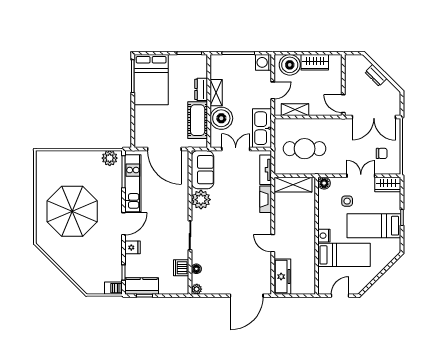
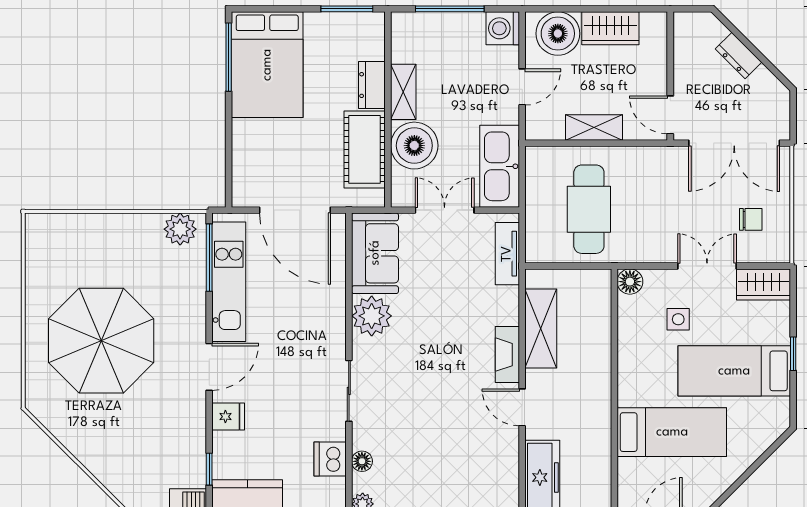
shelving: (295, 110) -> (594, 127), moved
cafe table: (305, 149) -> (589, 209), turned 90
shelving: (293, 185) -> (541, 329), moved, turned 90
fireplace: (266, 199) -> (507, 355), moved
nightstand: (324, 236) -> (630, 392), removed

